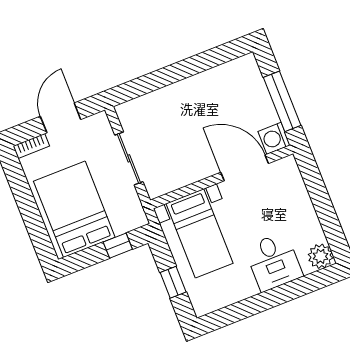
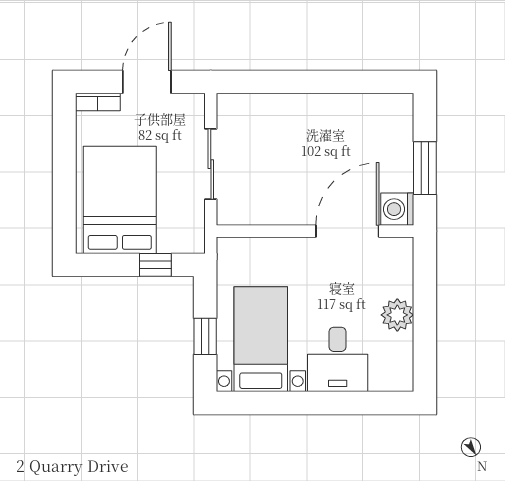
window: (282, 101) -> (425, 168), width x0.69
door: (245, 168) -> (347, 231), hinge flipped
bed with nightstands: (200, 233) -> (261, 339), moved, turned 180
plant: (320, 256) -> (397, 315), moved

